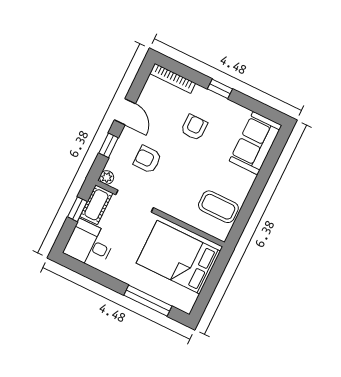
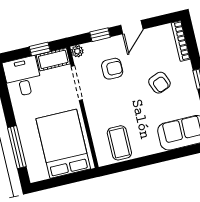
armchair: (194, 127) -> (159, 83), turned 68
armchair: (147, 159) -> (112, 69), turned 90

